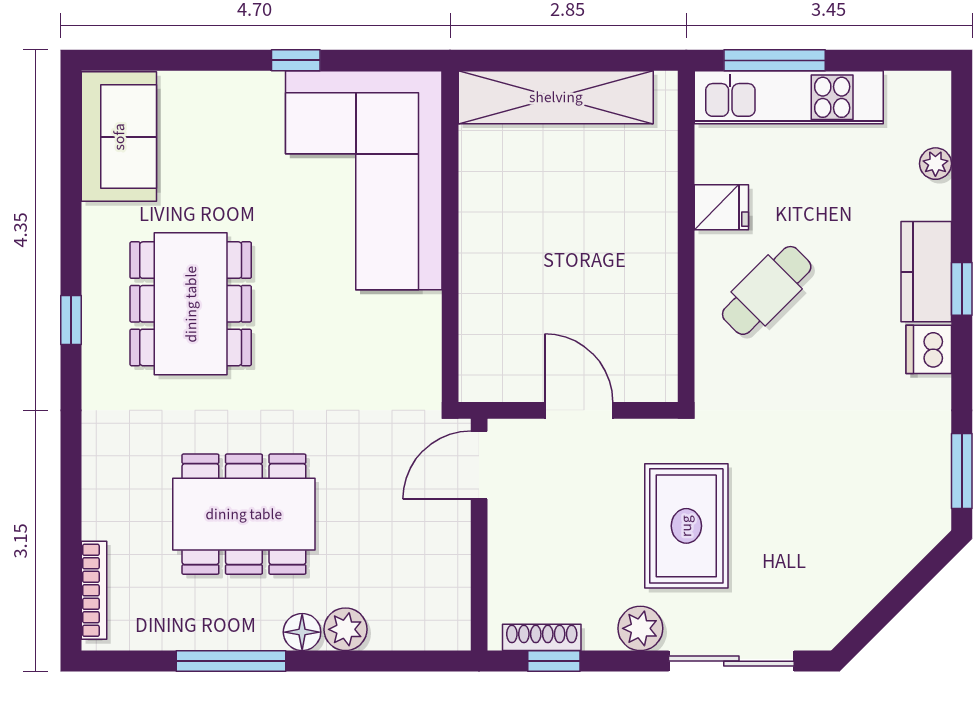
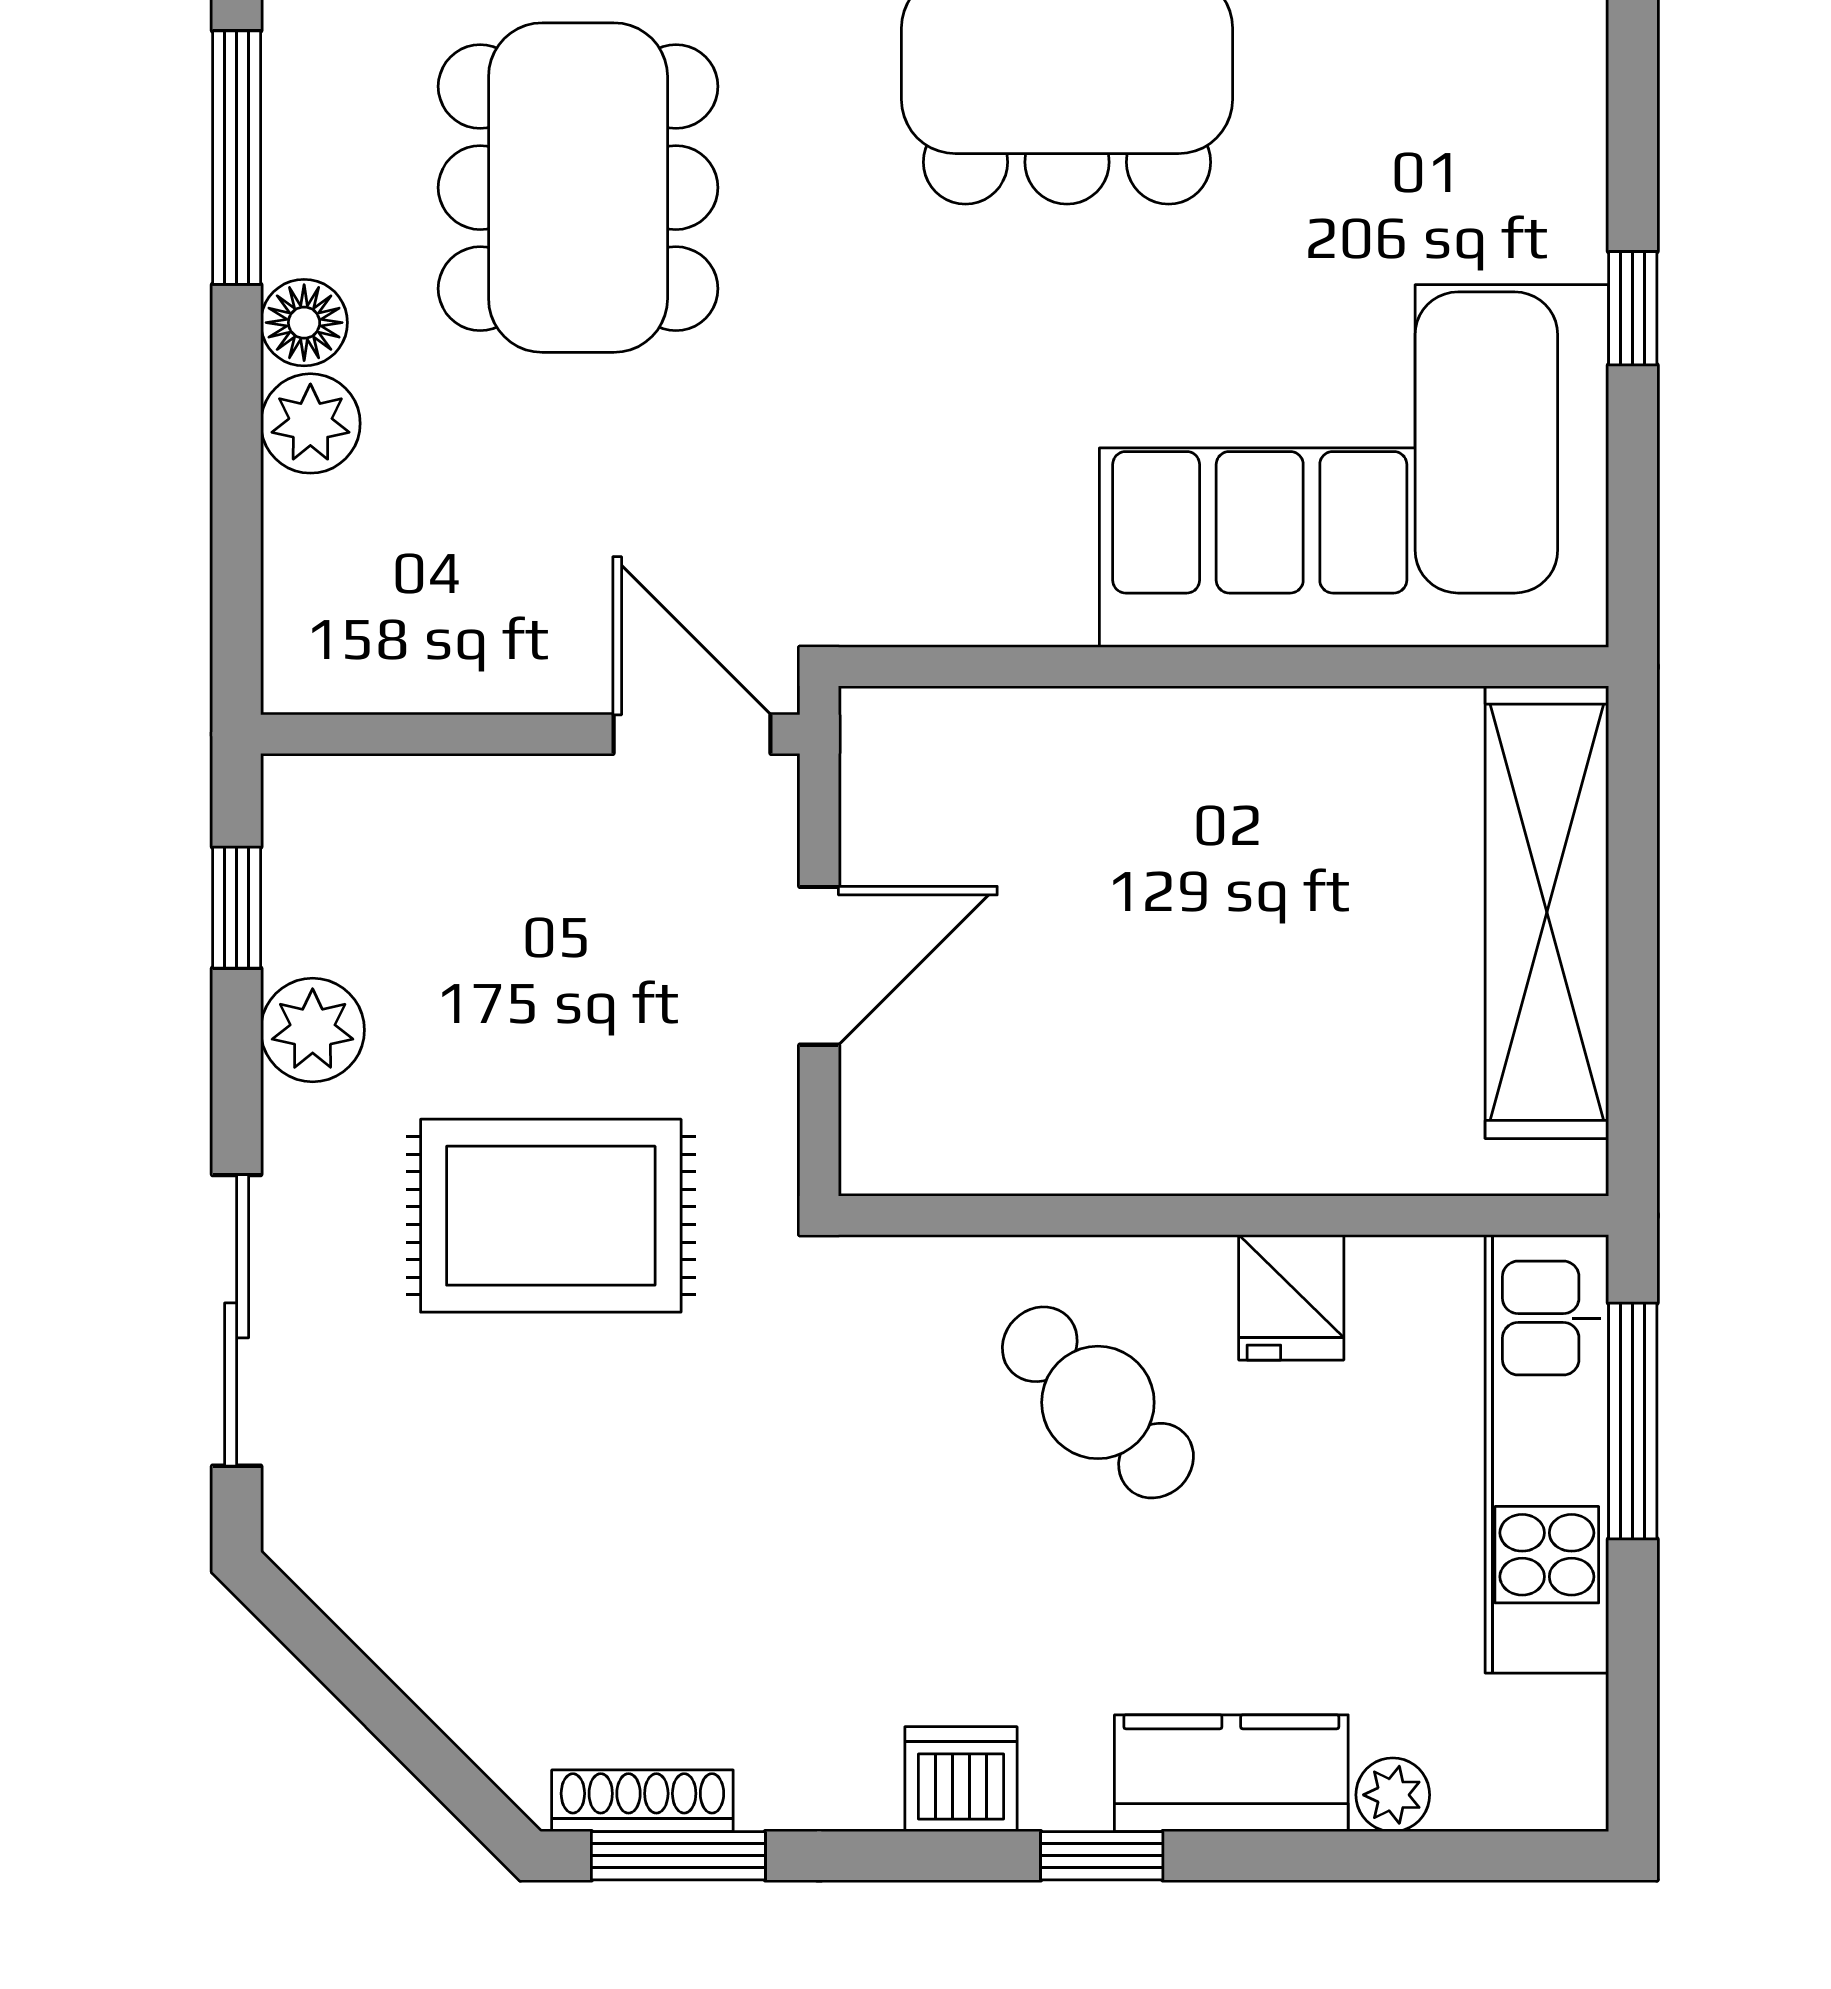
kitchen counter: (926, 272) -> (1231, 1773), moved
plant: (640, 628) -> (313, 1030), moved
shoe rack: (542, 637) -> (642, 1801), moved, turned -90

